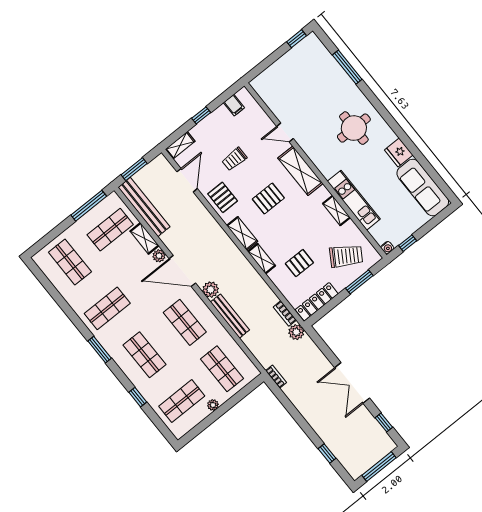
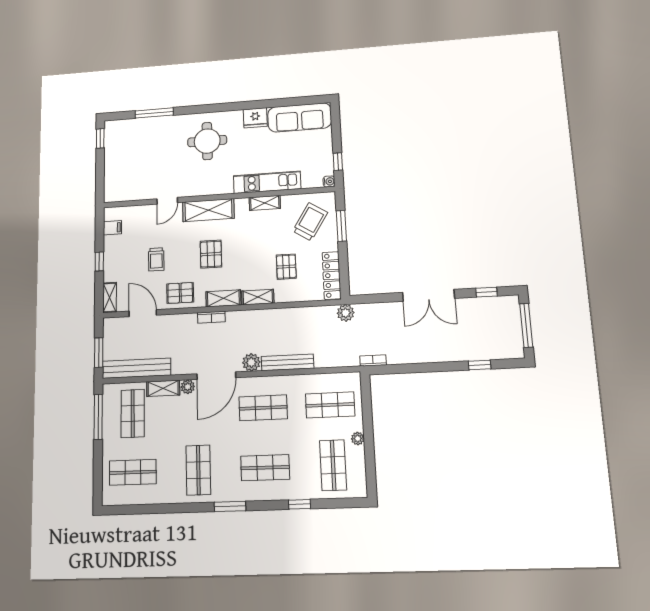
bookcase: (285, 313) -> (211, 317), moved

